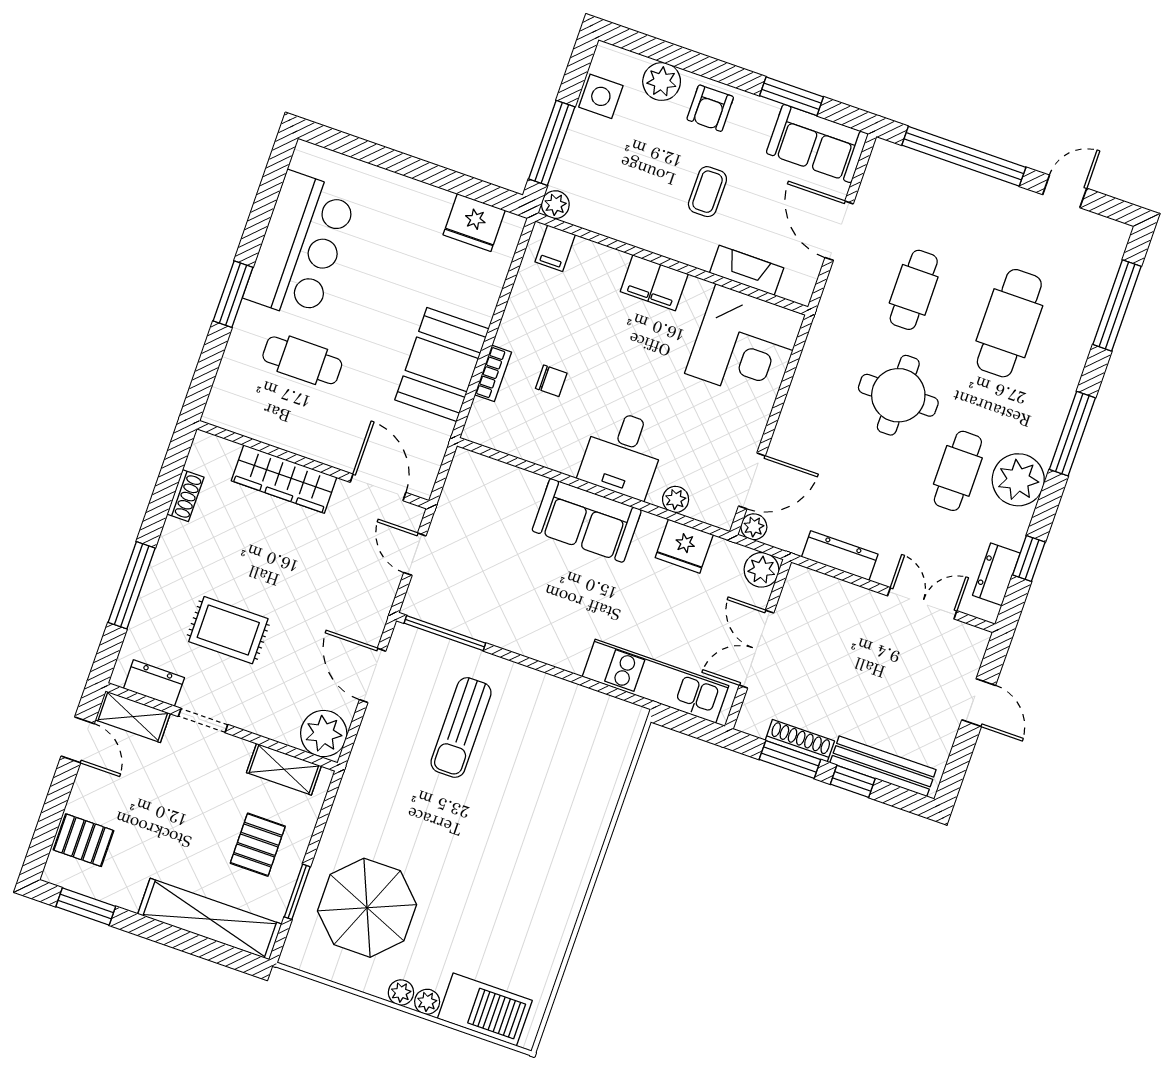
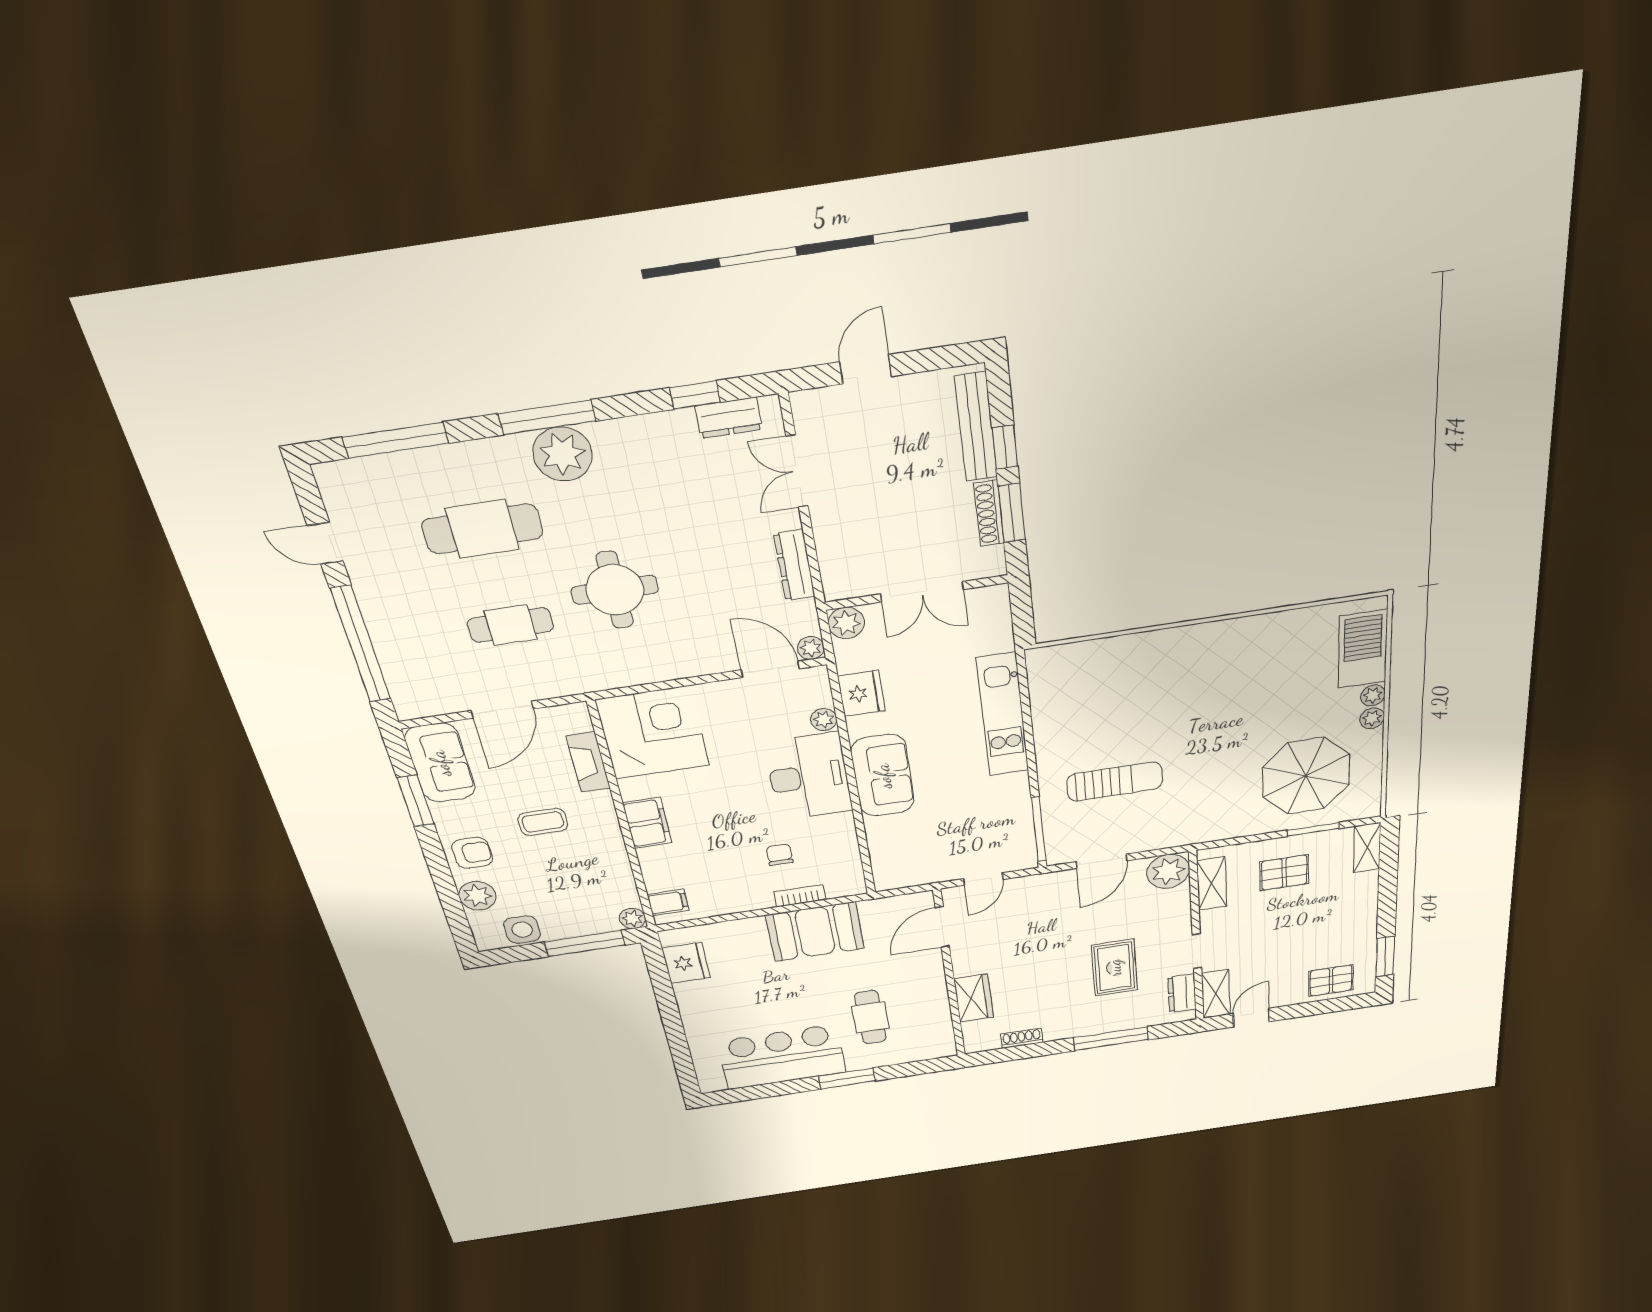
desk: (623, 454) -> (809, 777), width x1.37
cafe table: (958, 471) -> (651, 503), removed
wardrobe: (284, 479) -> (974, 998), width x0.67
plant: (1018, 480) -> (562, 454), moved
kitchen unit: (655, 681) -> (1003, 715), moved
pallet: (84, 840) -> (1331, 981), turned 90
shelving: (210, 919) -> (1367, 848), width x0.45, depth x0.75

